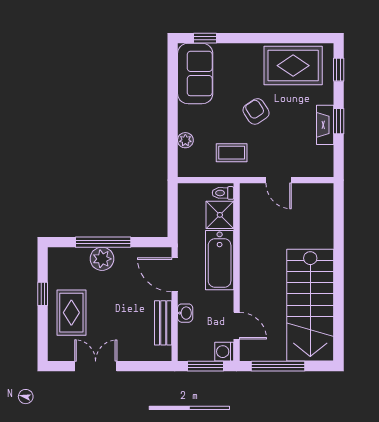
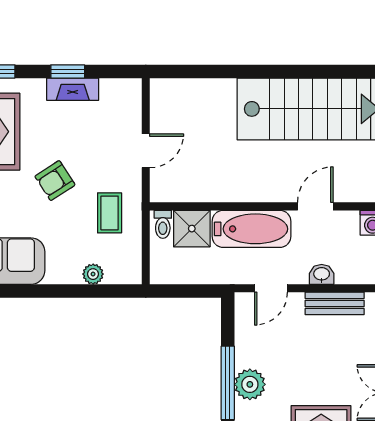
door: (175, 275) -> (271, 288), width x0.73
door: (237, 326) -> (315, 206), moved

